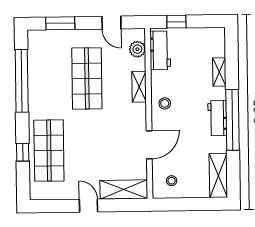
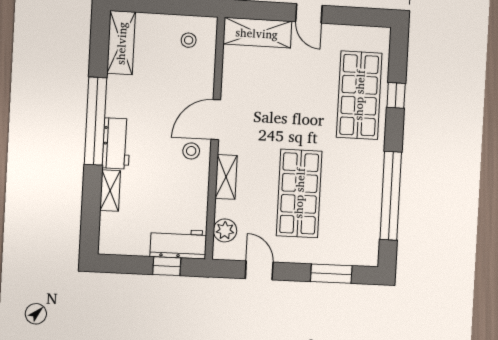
workbench: (160, 50) -> (178, 244), moved, turned 90
workbench: (217, 118) -> (116, 143), moved
door: (149, 145) -> (216, 120), moved

